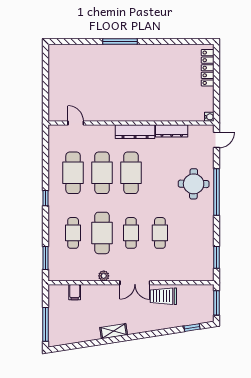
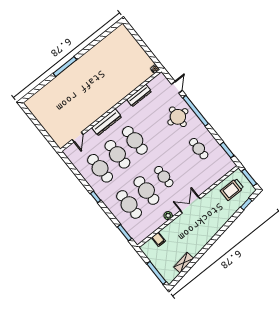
locker: (208, 68) -> (130, 40), removed
door: (76, 123) -> (78, 137), swing flipped
dresser: (135, 132) -> (107, 122), moved
door: (216, 140) -> (177, 87), moved
cafe table: (73, 233) -> (129, 204), width x1.37, depth x1.35
cafe table: (160, 233) -> (199, 149), moved
double door: (135, 283) -> (190, 205), swing flipped
trolley: (163, 296) -> (232, 189), moved
shelving: (114, 331) -> (184, 263), moved

